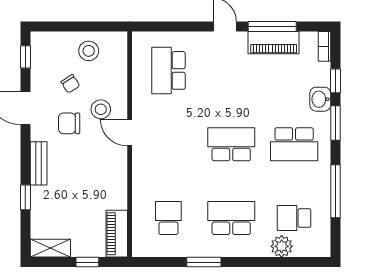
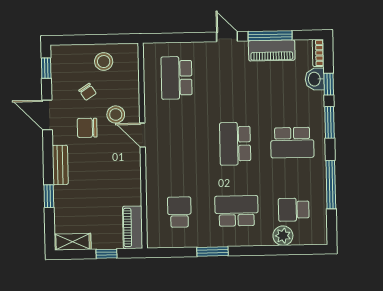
washbasin: (320, 99) -> (315, 79), moved
school desk: (231, 144) -> (235, 144), turned -90

